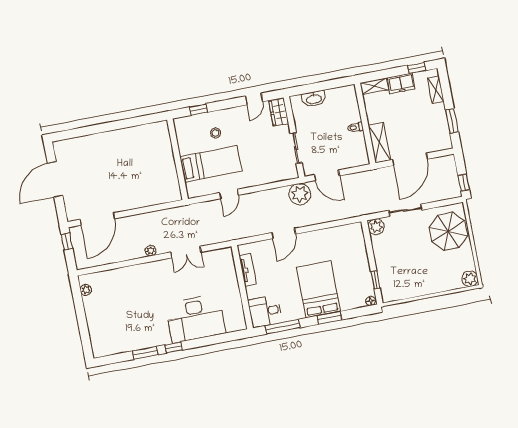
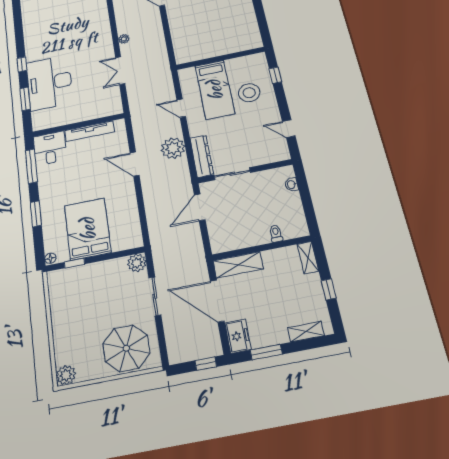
window: (417, 68) -> (329, 289), moved
freezer: (401, 83) -> (238, 336), moved, turned 180
washbasin: (314, 99) -> (292, 185), width x0.52, depth x0.69
wardrobe: (279, 112) -> (274, 154), removed
toilet: (355, 127) -> (276, 233), moved
stool: (216, 133) -> (249, 93), width x1.89, depth x1.89
dresser: (278, 175) -> (202, 156), added
window: (464, 183) -> (206, 364), moved
plant: (300, 194) -> (173, 148), moved
tv unit: (248, 270) -> (90, 131), width x1.41
bed: (318, 289) -> (88, 229), moved, turned -90
window: (145, 353) -> (25, 99), moved

